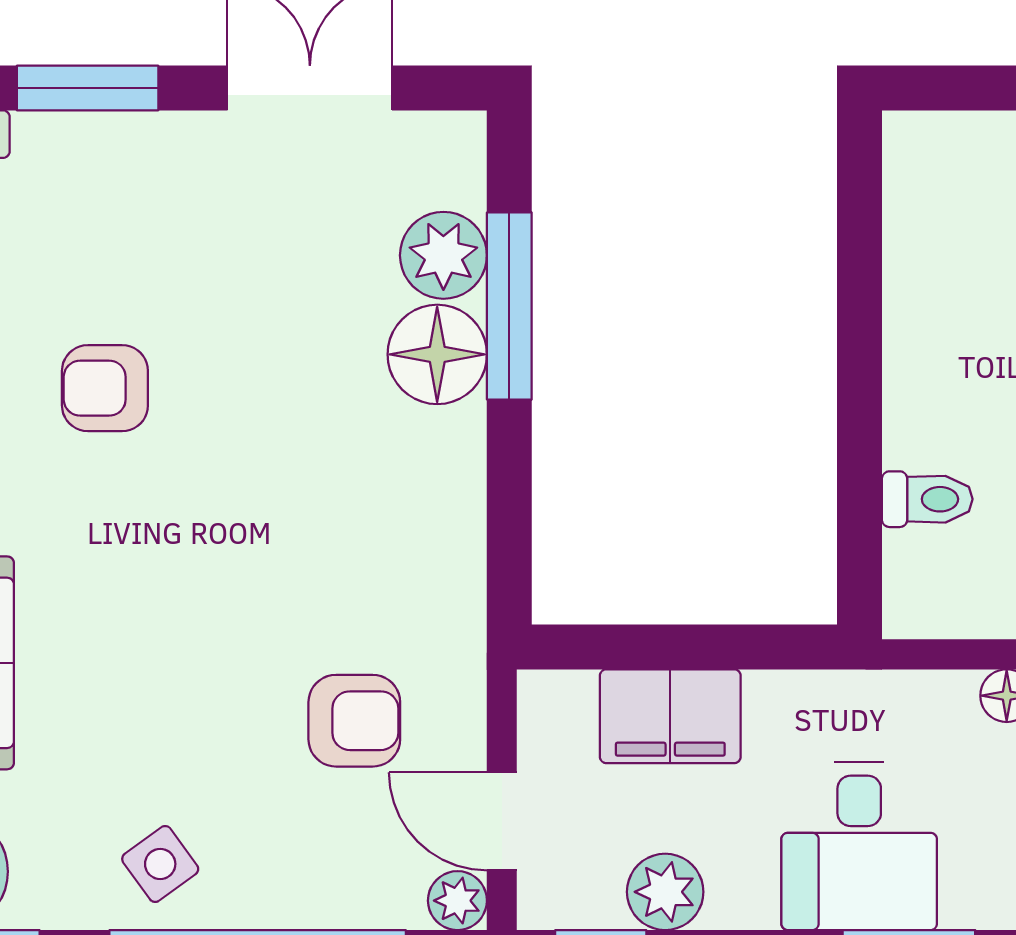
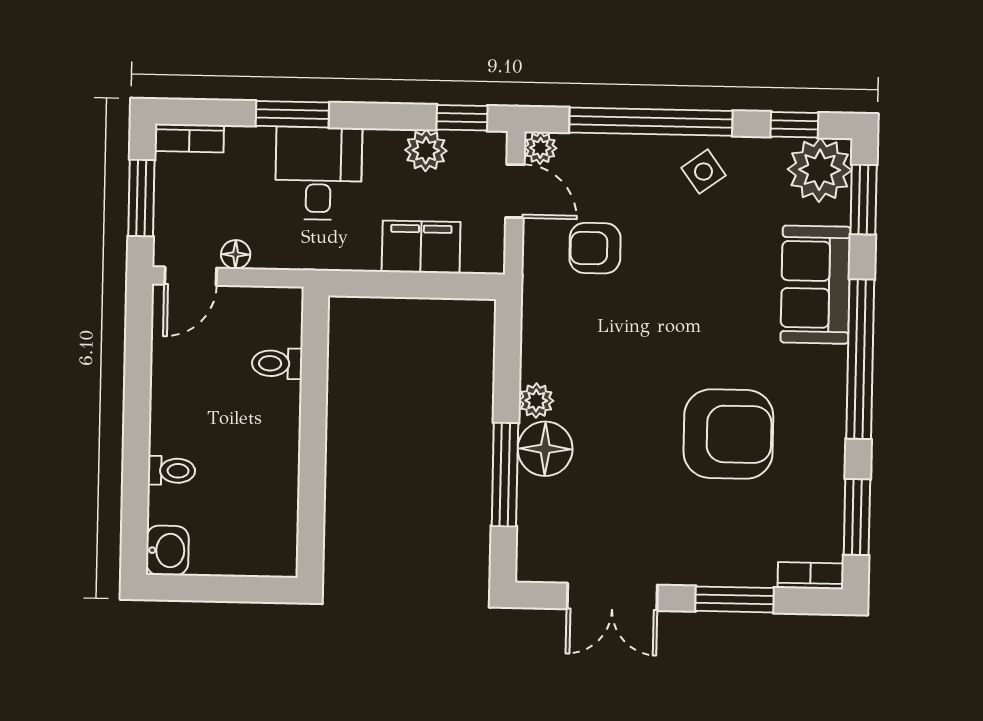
plant: (443, 255) -> (536, 401), moved, width x0.73, depth x0.73
armchair: (105, 388) -> (728, 434), width x1.88, depth x1.88

